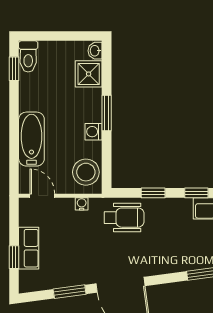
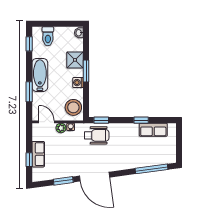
toilet: (28, 56) -> (48, 36), moved
shower: (89, 74) -> (75, 60), moved
bathtub: (31, 139) -> (40, 75), moved
window: (14, 147) -> (29, 92), added
window: (153, 193) -> (101, 120), moved
plant: (66, 206) -> (61, 128), added

